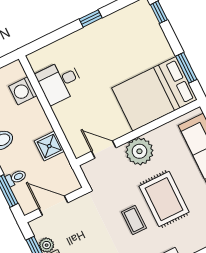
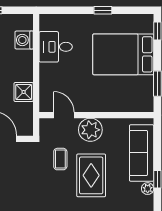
bed: (154, 94) -> (123, 54), moved
coffee table: (134, 220) -> (60, 159), moved

